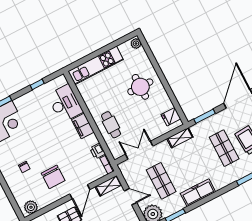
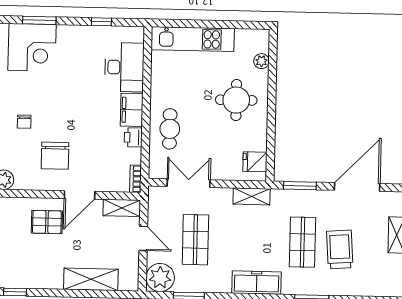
plant: (136, 43) -> (261, 61), moved
printer: (98, 151) -> (133, 137), moved
freezer: (198, 193) -> (257, 283), moved

